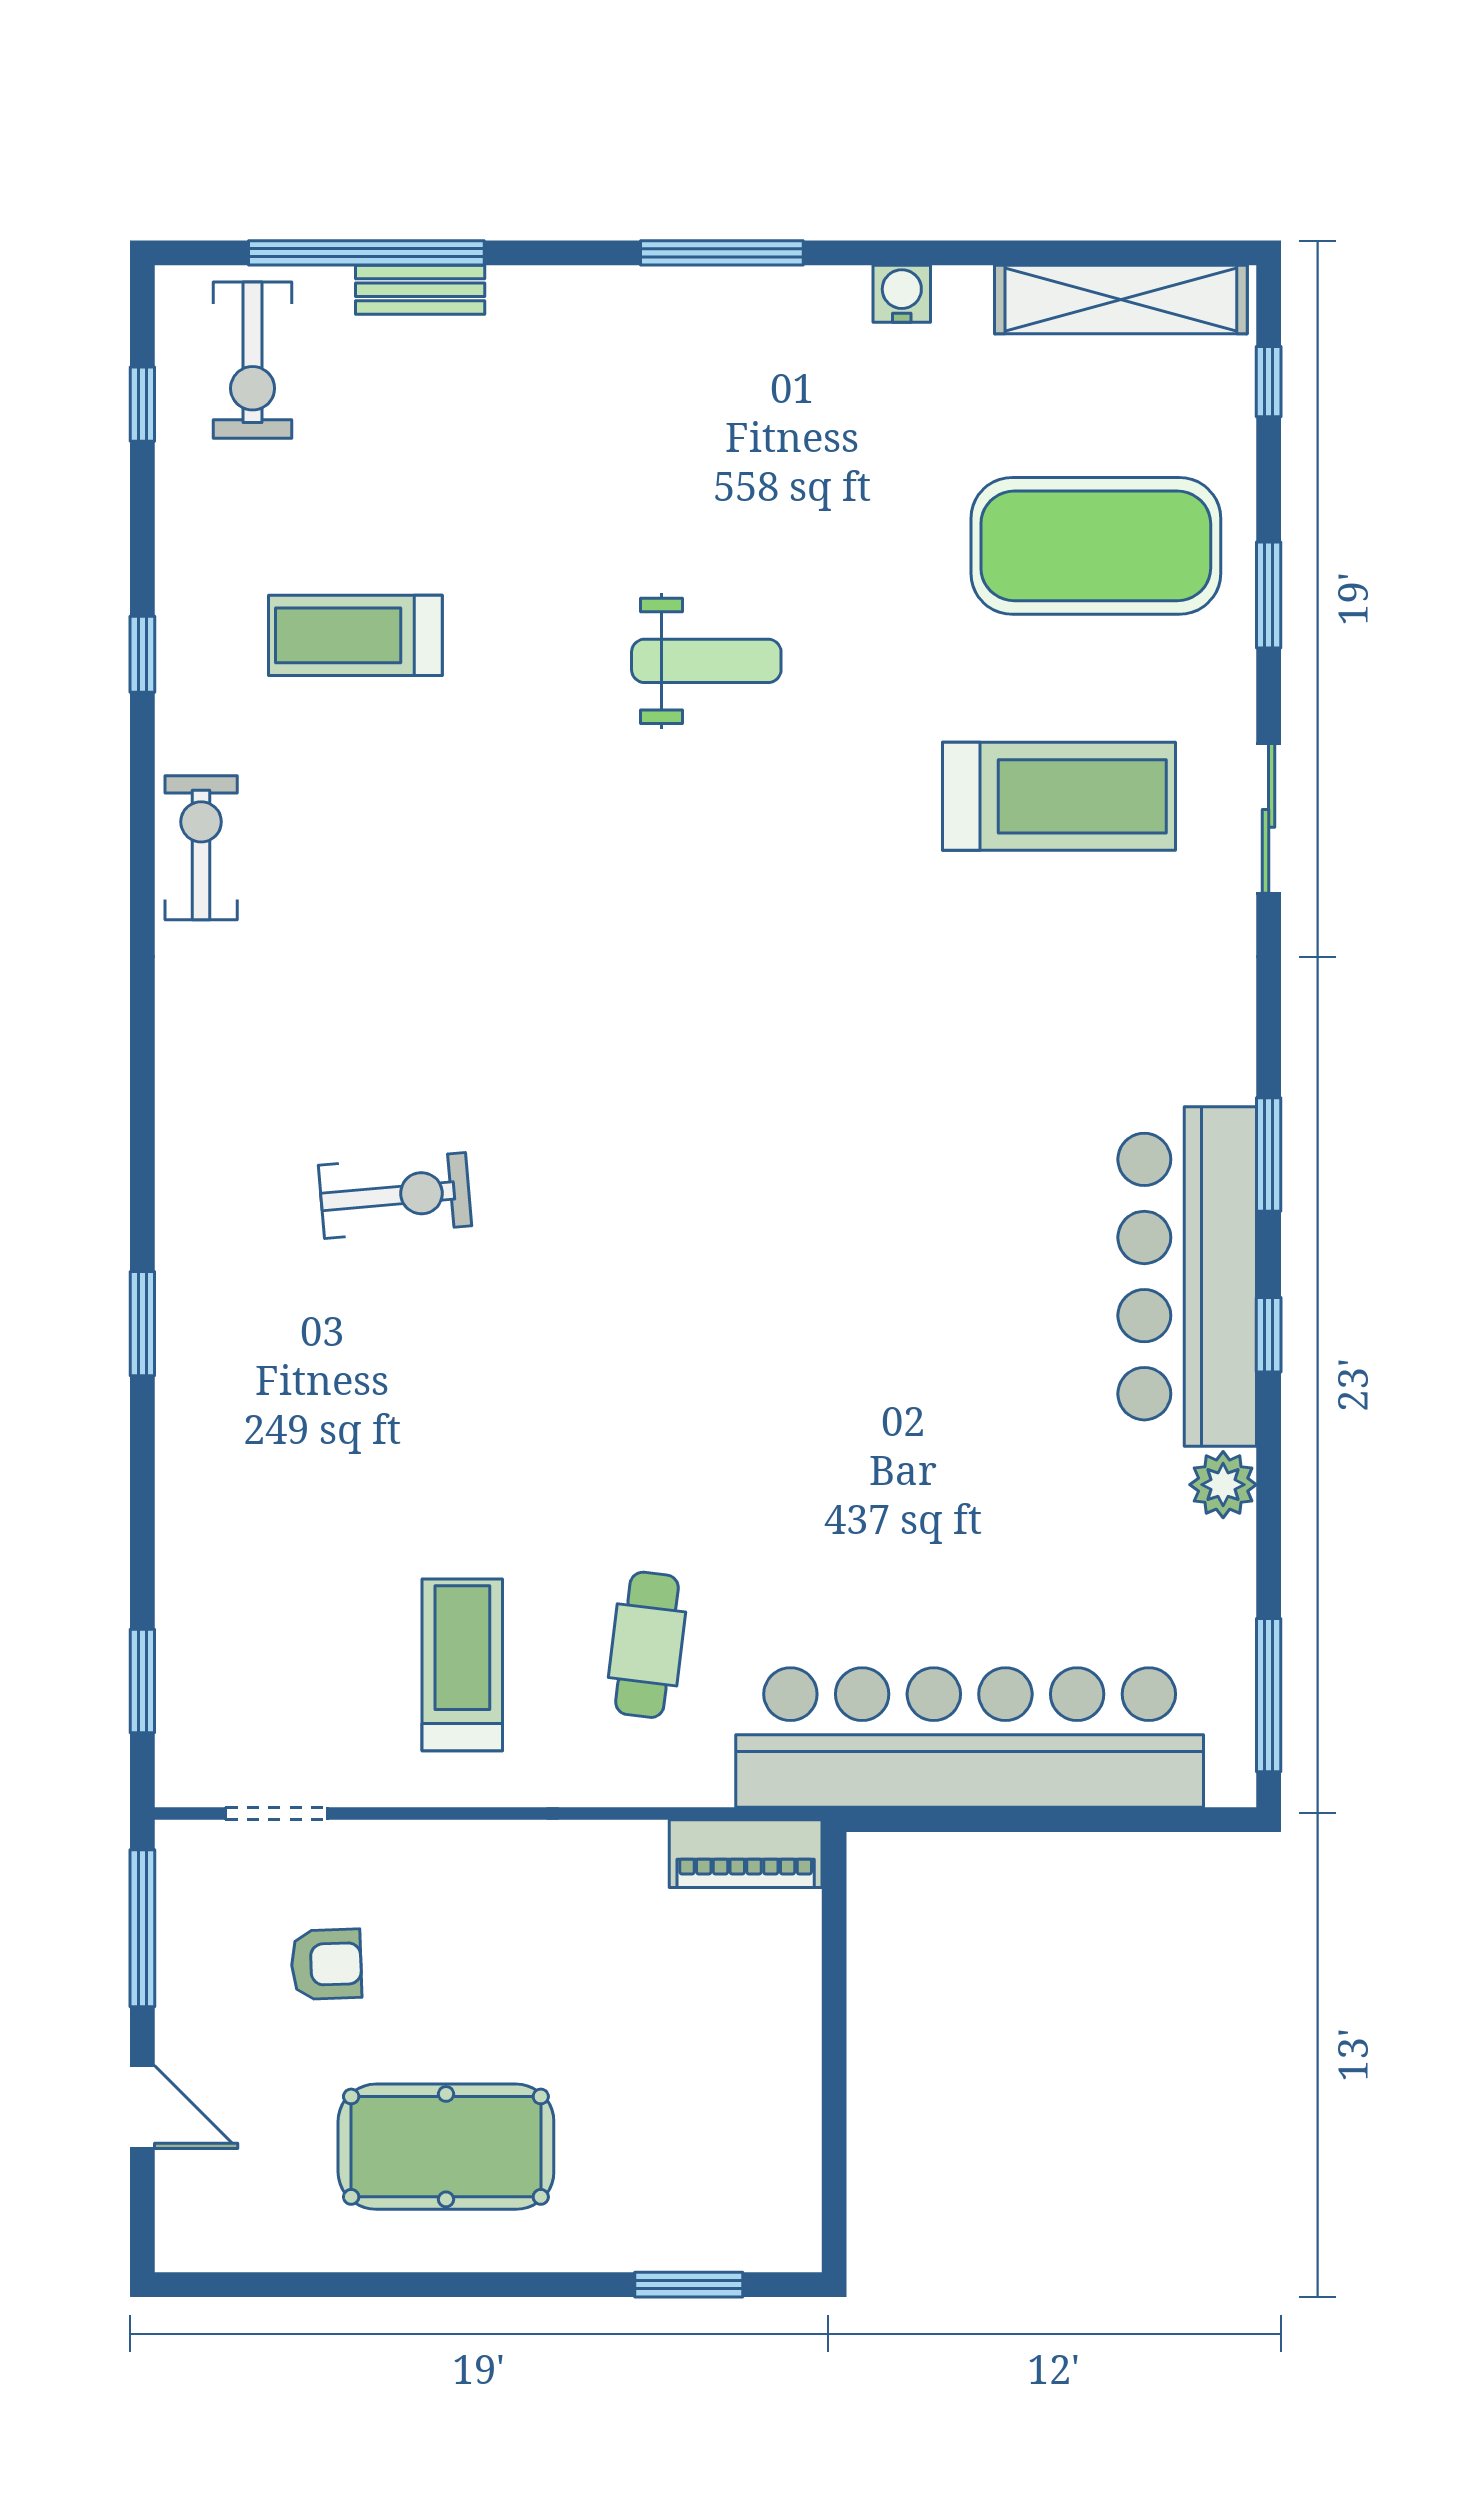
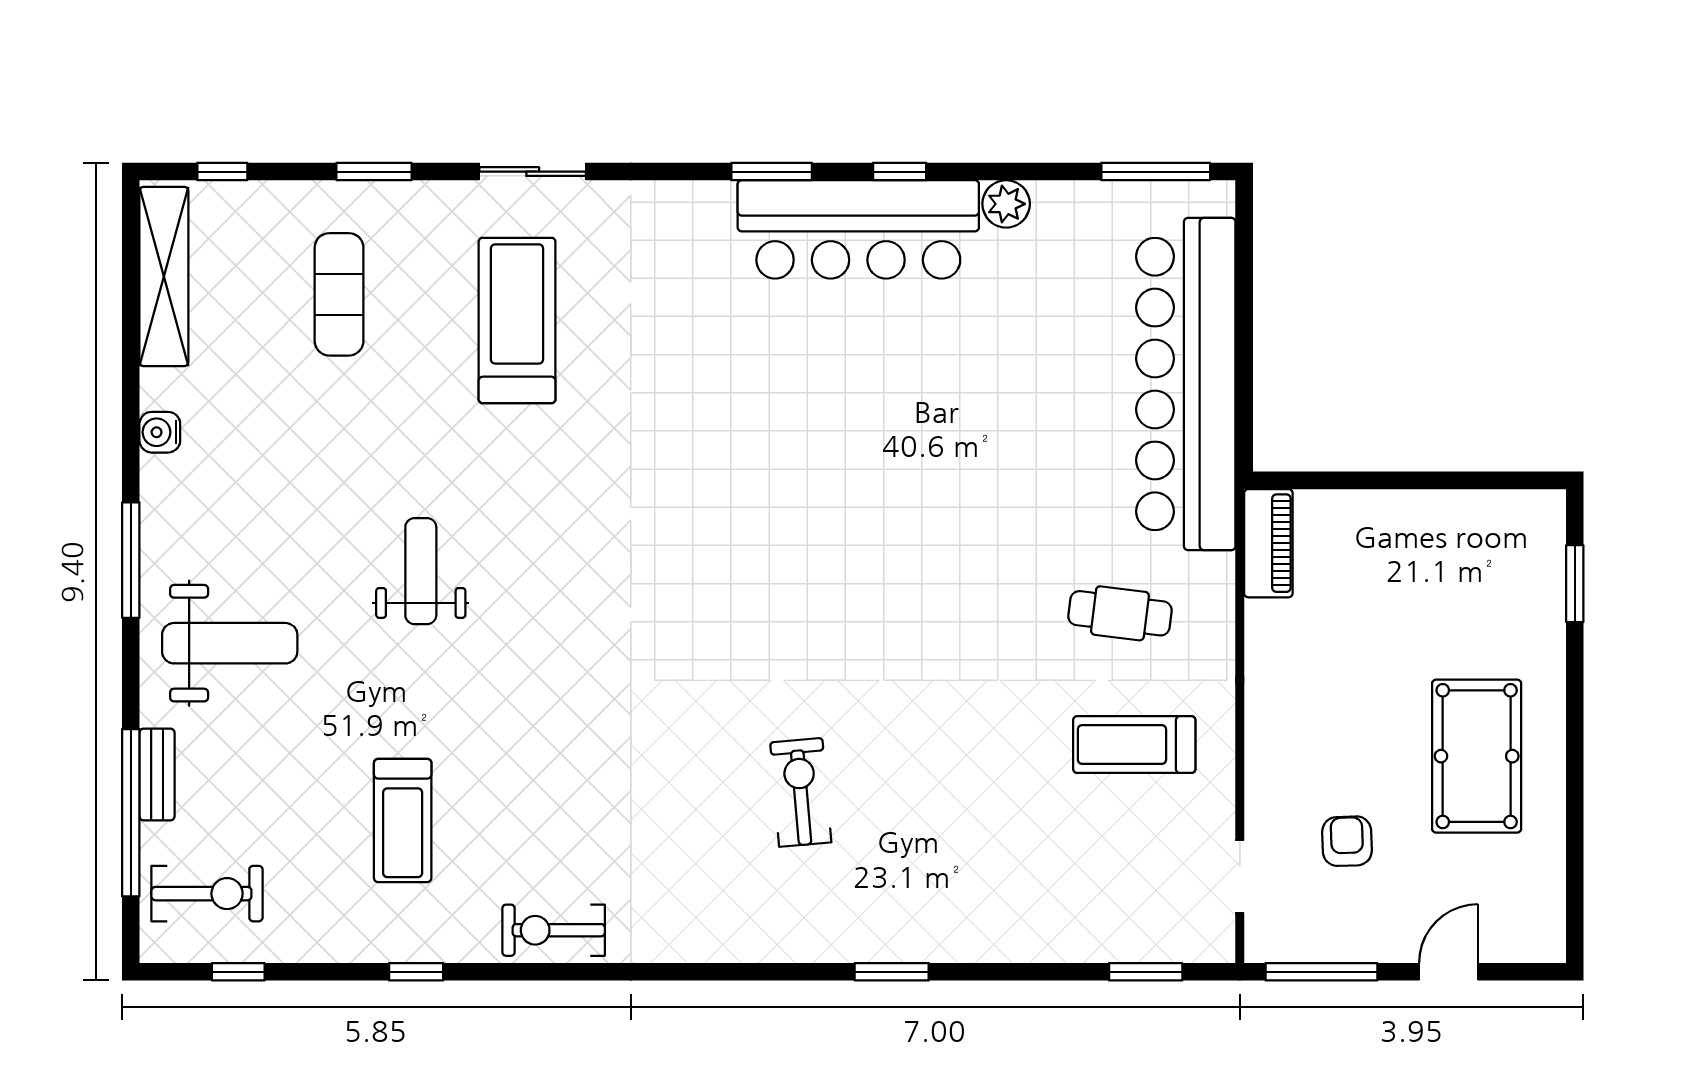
weight bench: (605, 392) -> (230, 643), added
exercise mat: (1096, 546) -> (339, 294), width x0.50, depth x0.69

